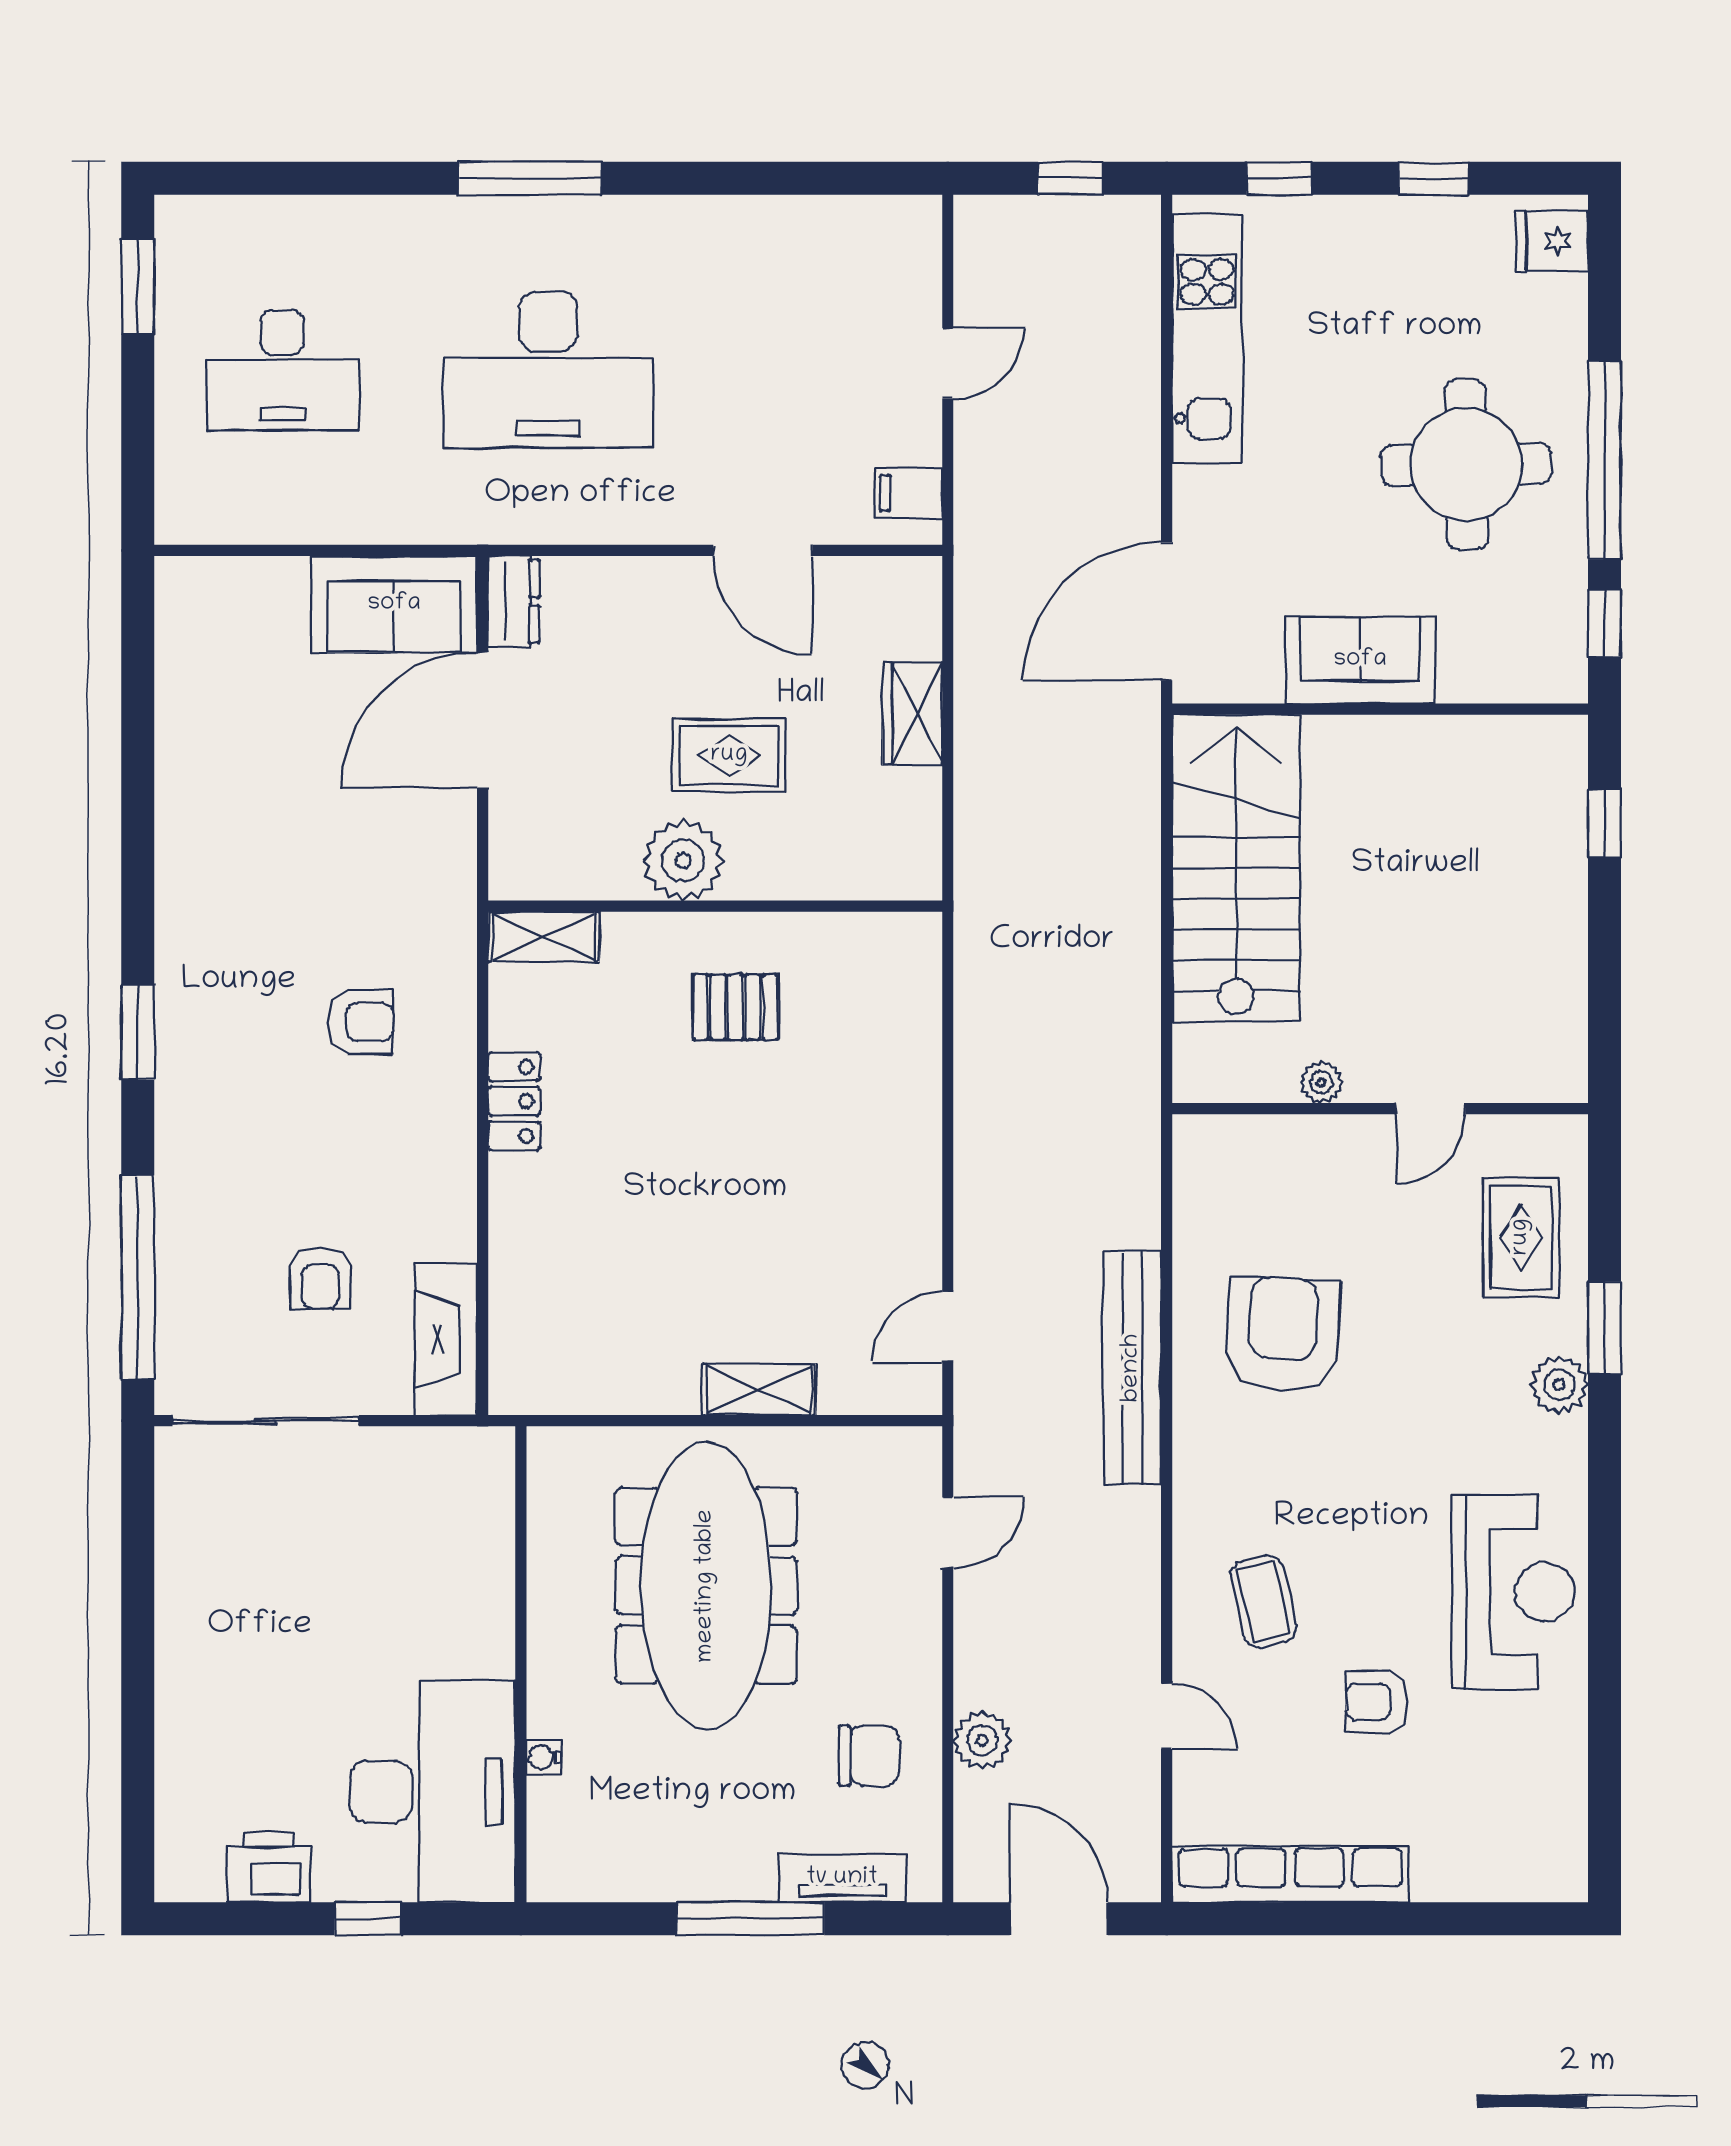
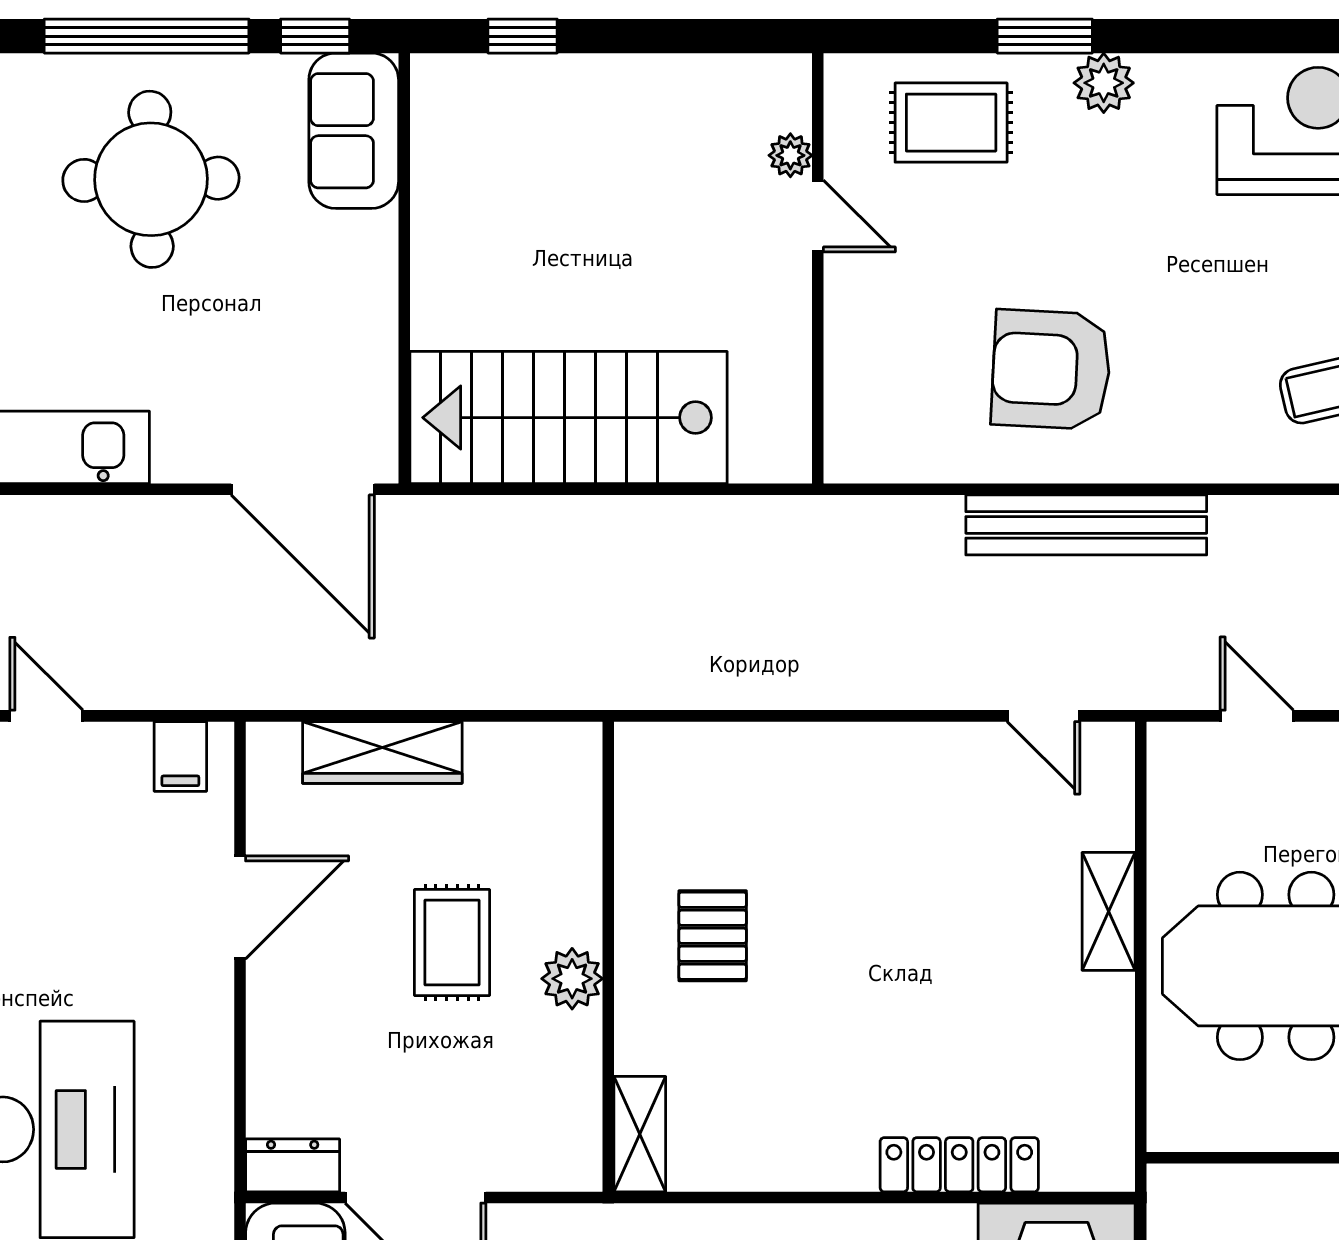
sofa: (1360, 660) -> (354, 131), moved
wardrobe: (912, 714) -> (382, 752), width x1.50
plant: (683, 861) -> (572, 979), width x0.73, depth x0.73
plant: (1321, 1082) -> (790, 155), moved
locker: (514, 1101) -> (959, 1165), moved, width x1.53

